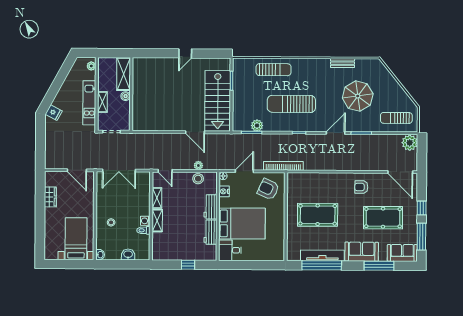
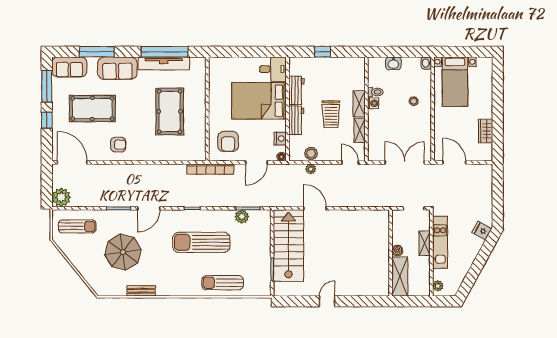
sun lounger: (291, 104) -> (201, 242), turned 180
armchair: (268, 189) -> (228, 141), turned 65
trolley: (181, 212) -> (331, 114), added
pool table: (318, 215) -> (170, 111), turned 90

